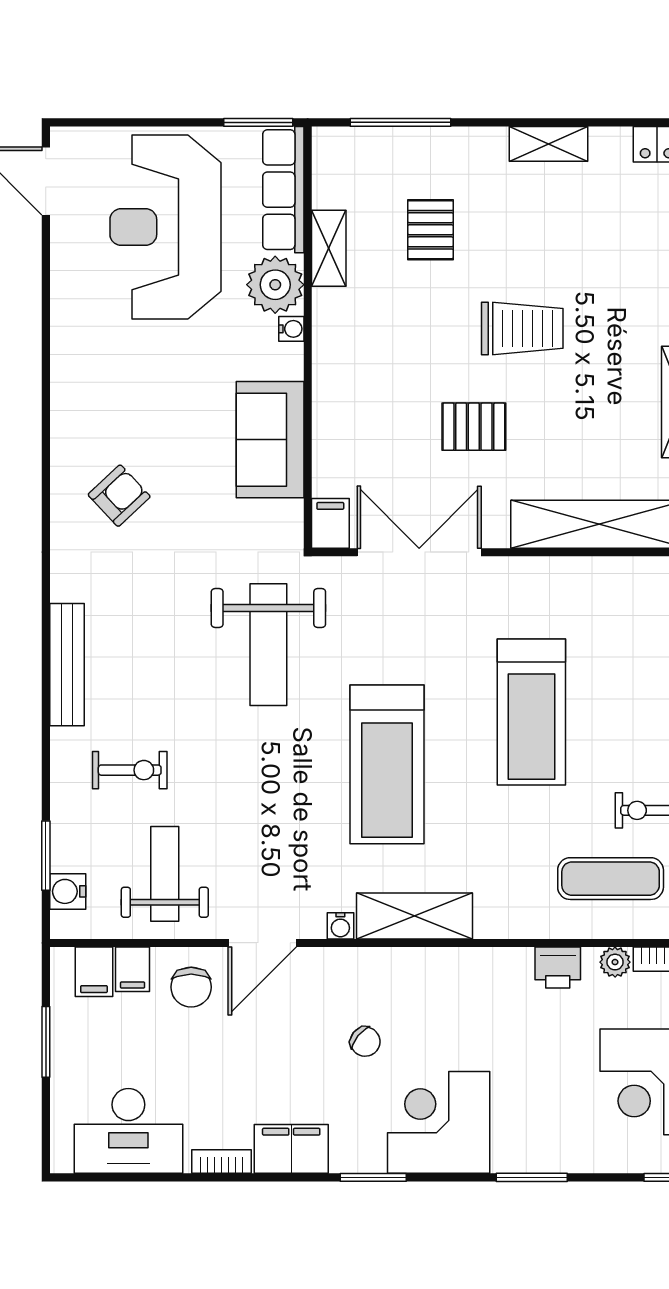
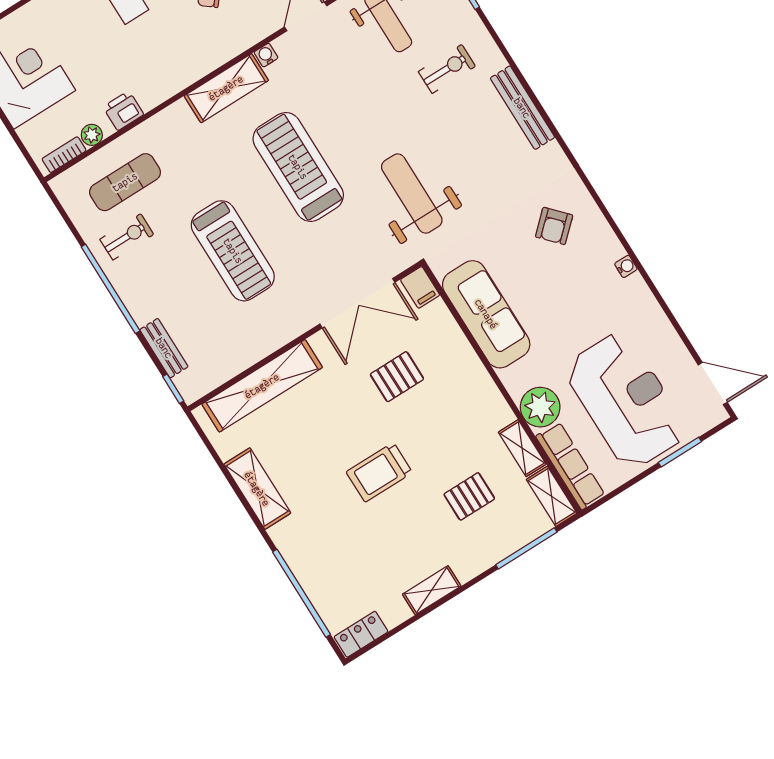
window: (258, 122) -> (680, 452), moved
shelving: (330, 167) -> (552, 496), added
pallet: (430, 230) -> (469, 496), turned 90
water cooler: (291, 329) -> (626, 266), moved, turned 180
pallet: (474, 427) -> (397, 377), moved
sofa: (270, 440) -> (486, 314), width x1.36
treadmill: (531, 712) -> (233, 251), turned 180
exercise bike: (130, 770) -> (447, 69), turned 180

